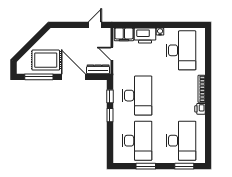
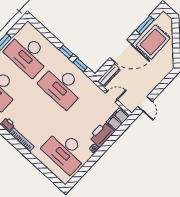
window: (39, 77) -> (145, 25), width x0.69

